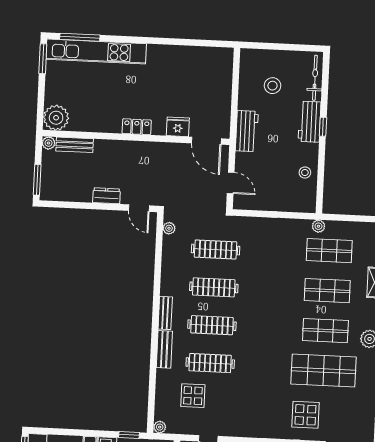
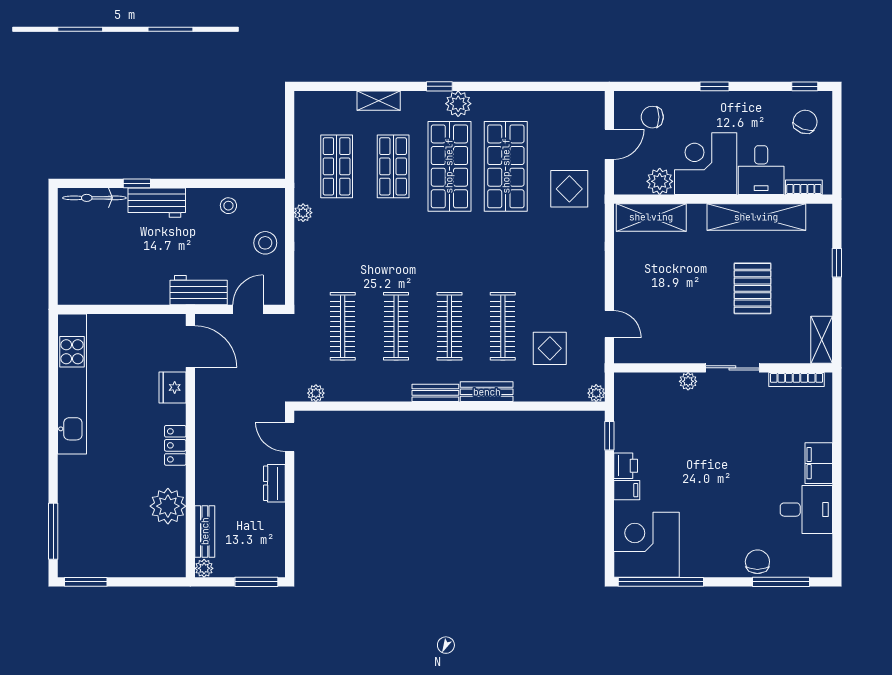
kitchen unit: (96, 51) -> (72, 384), moved
stool: (273, 86) -> (265, 243), moved
plant: (56, 118) -> (168, 506), moved
window: (323, 127) -> (137, 183), moved
workbench: (247, 131) -> (199, 290), moved
door: (206, 141) -> (190, 346), hinge flipped
door: (139, 208) -> (290, 437), swing flipped
plant: (318, 226) -> (303, 213), moved
shop shelf: (325, 331) -> (449, 166), width x1.43, depth x1.36

